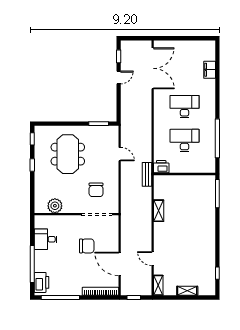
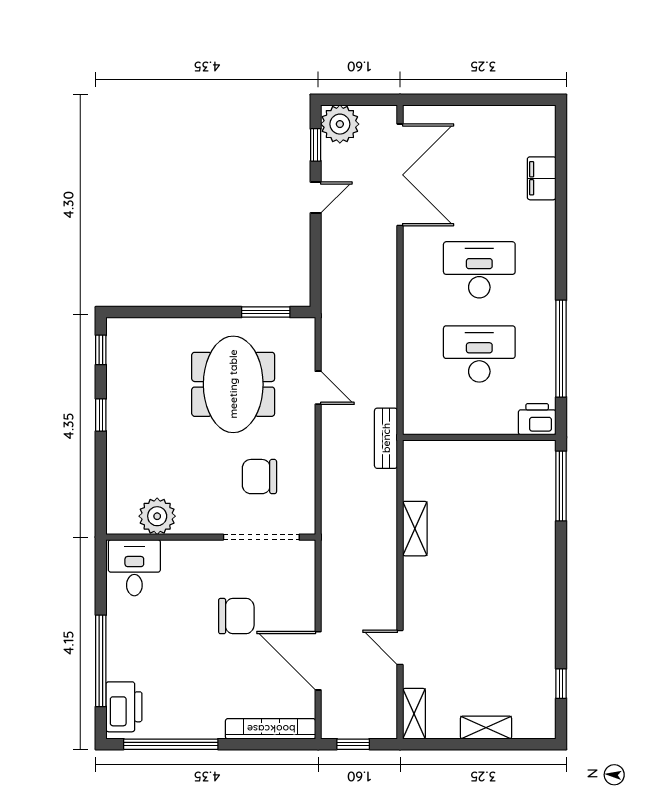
plant: (128, 48) -> (340, 124), added
meeting table: (68, 154) -> (233, 384), moved
printer: (161, 167) -> (537, 419), moved
chair: (96, 190) -> (259, 477), turned 90
desk: (46, 239) -> (134, 568), moved, turned 90

